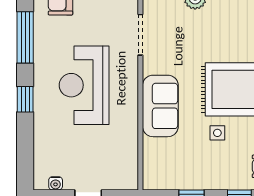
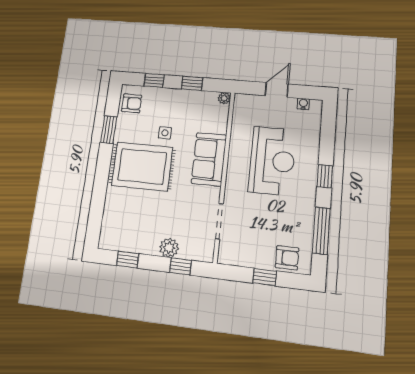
reception desk: (84, 85) -> (272, 161), moved
plant: (150, 183) -> (224, 98), added

